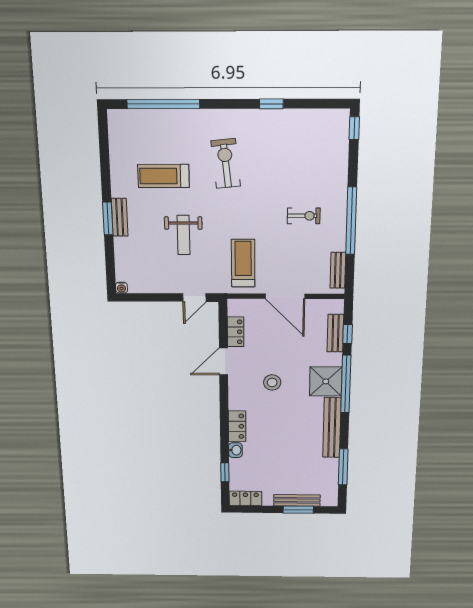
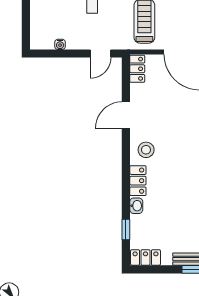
water cooler: (121, 288) -> (60, 44), moved
locker: (236, 332) -> (137, 69), moved
stool: (272, 382) -> (146, 150), moved

